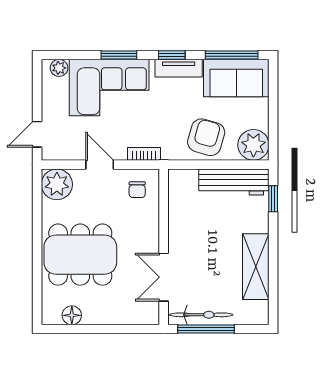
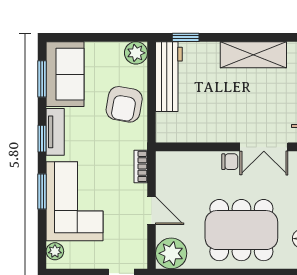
window: (232, 55) -> (42, 79), width x0.69
armchair: (206, 137) -> (124, 104), turned -96
plant: (253, 145) -> (136, 53), width x0.73, depth x0.73
door: (100, 165) -> (152, 211), swing flipped
chair: (137, 190) -> (230, 162), moved
dining table: (80, 255) -> (241, 230), turned 90

